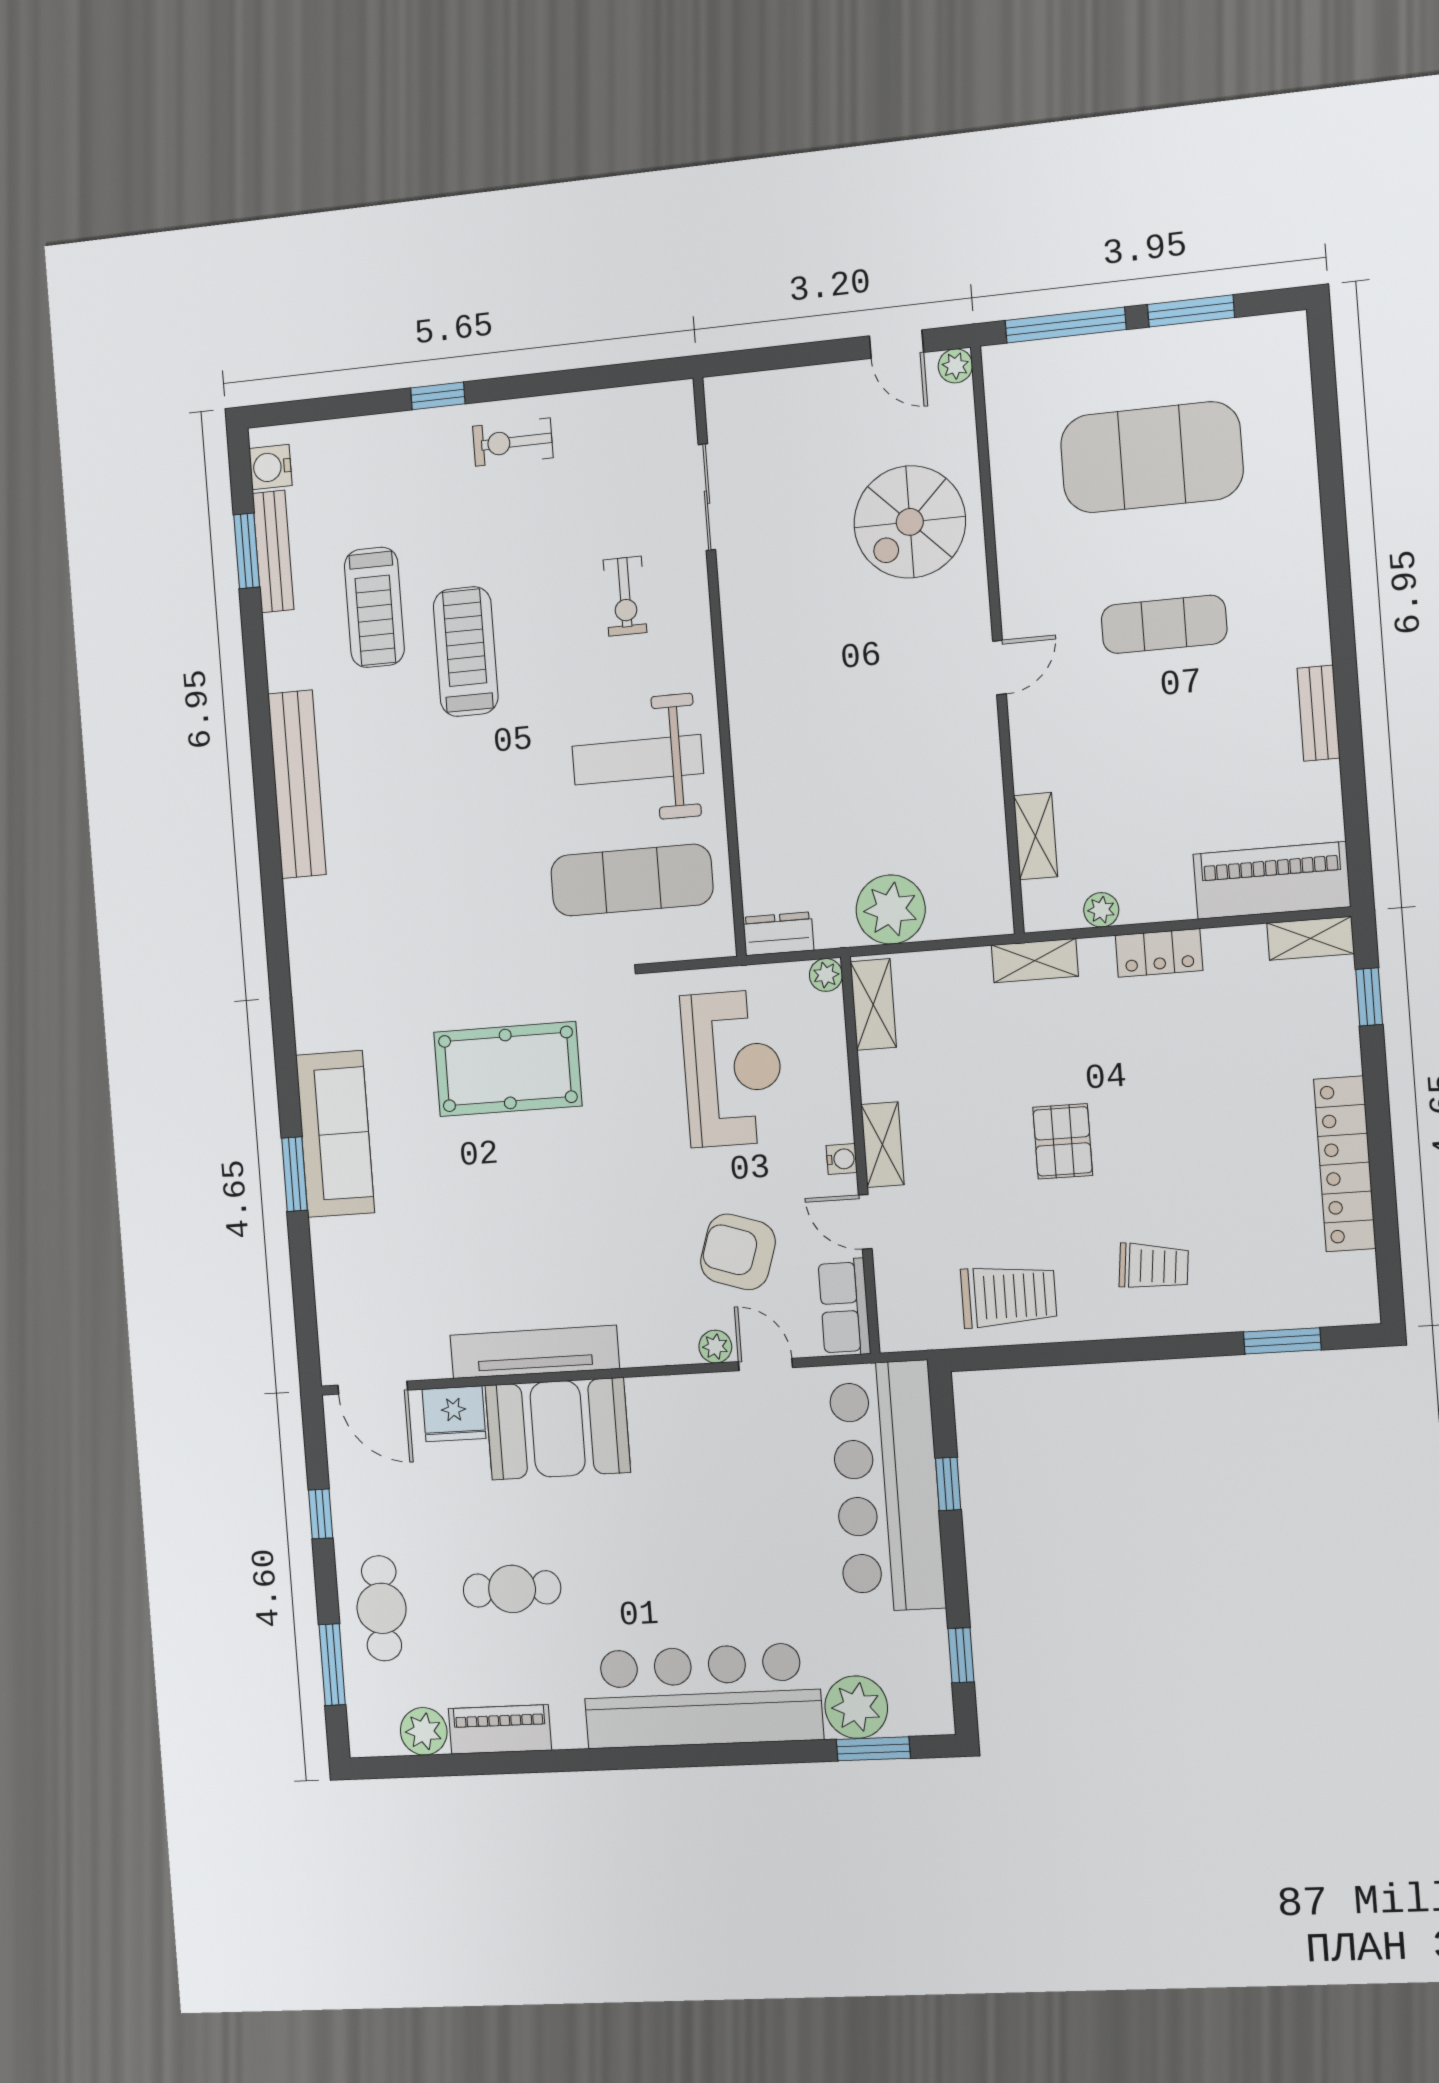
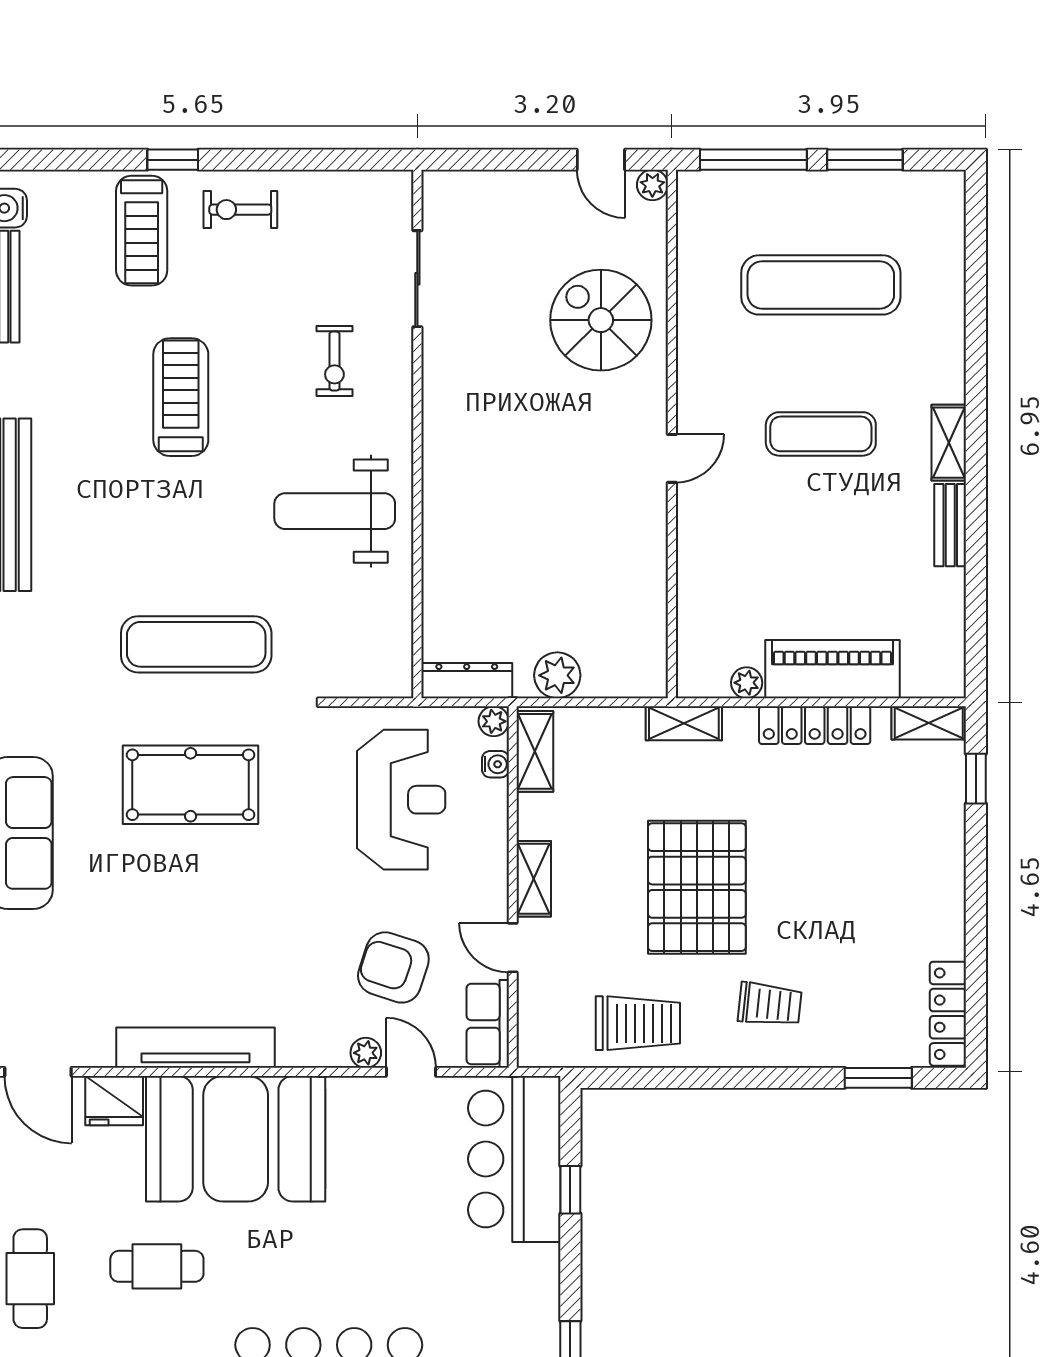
exercise mat: (1152, 457) -> (821, 285), width x0.68
spiral stairs: (910, 522) -> (601, 320), turned 90
treadmill: (374, 607) -> (142, 231), moved
shelving: (1036, 836) -> (949, 443), moved
exercise mat: (632, 880) -> (196, 644), moved
piano: (1272, 880) -> (832, 669), moved
plant: (891, 909) -> (557, 675), width x0.73, depth x0.73
dresser: (778, 934) -> (467, 681), width x1.44
locker: (1159, 953) -> (815, 725), width x1.53
pallet: (1063, 1141) -> (697, 887), width x2.05, depth x2.00
water cooler: (842, 1159) -> (495, 764), moved
locker: (1345, 1164) -> (948, 1014), moved, width x0.71, depth x0.83
booth: (558, 1429) -> (236, 1139), width x1.36, depth x1.42
bar counter: (887, 1486) -> (514, 1159), width x0.73

